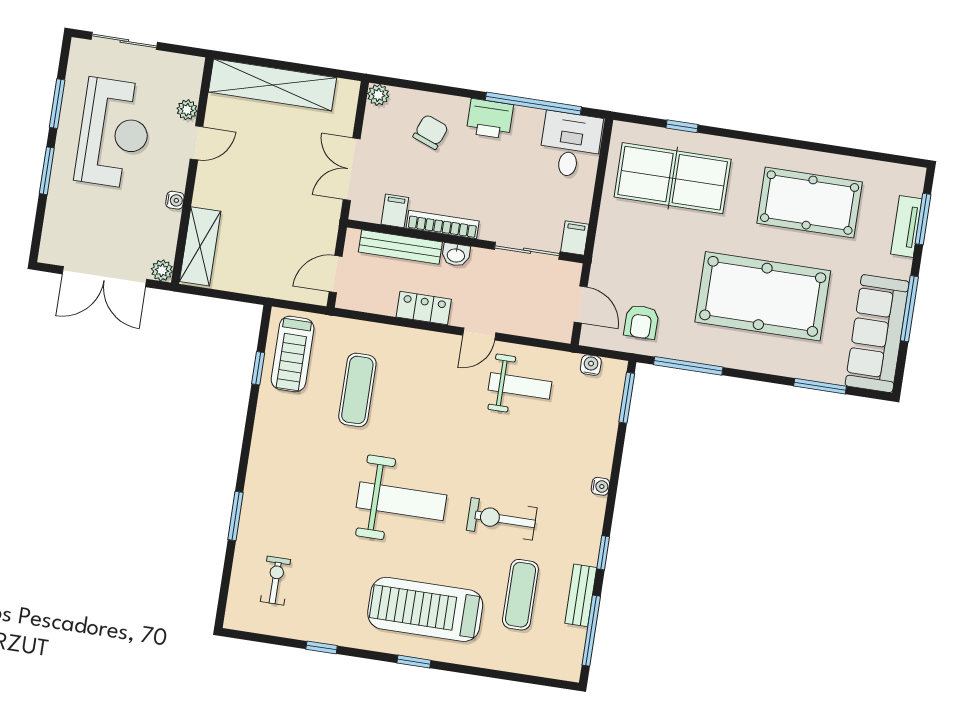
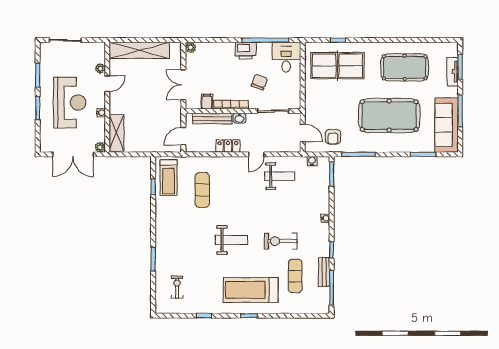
chair: (431, 132) -> (259, 82), moved
reception desk: (114, 133) -> (70, 103), moved
filing cabinet: (575, 238) -> (295, 101), removed
weight bench: (402, 501) -> (231, 240), width x0.73, depth x0.75

